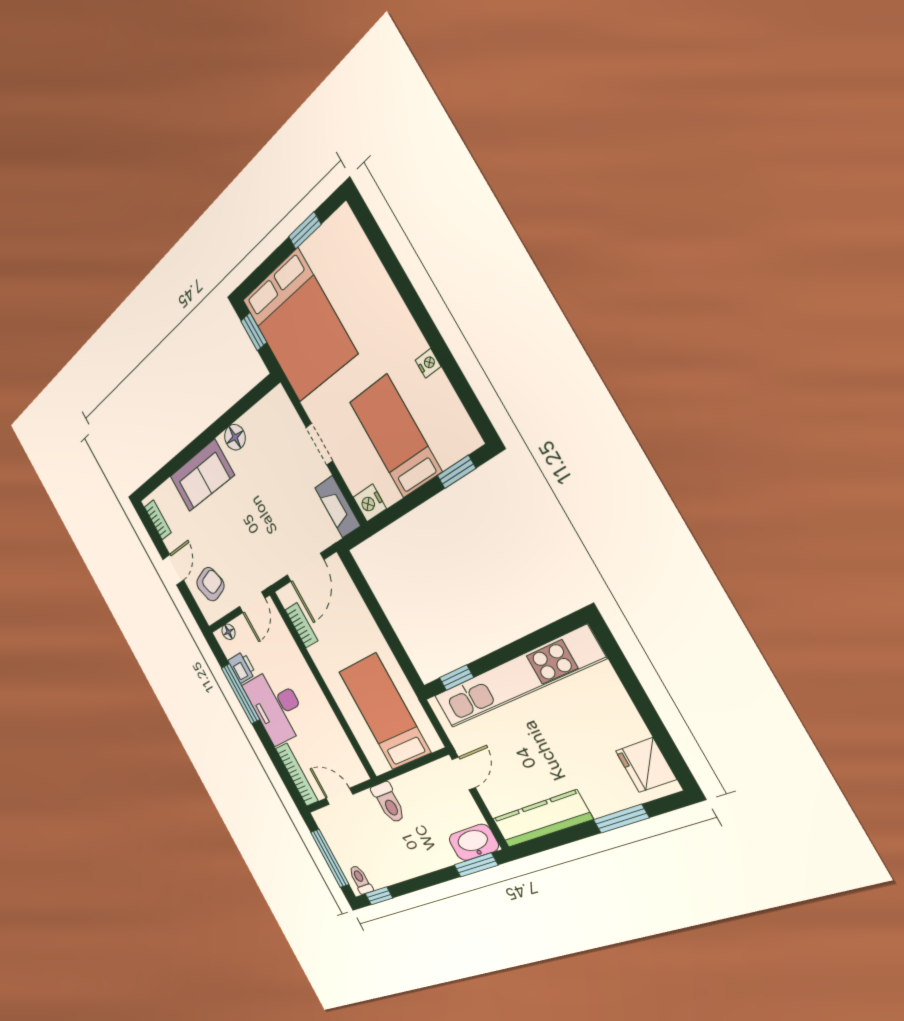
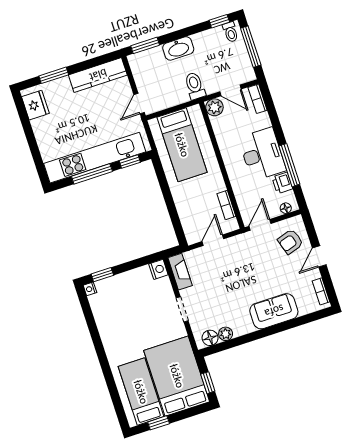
nightstand: (428, 363) -> (90, 289), moved
plant: (251, 422) -> (226, 334), added
bed: (395, 436) -> (141, 392), moved, turned 180
floor lamp: (235, 437) -> (210, 338), moved
door: (305, 567) -> (213, 240), width x0.73
window: (514, 650) -> (92, 174), added
plant: (354, 771) -> (214, 107), added
bookcase: (297, 775) -> (258, 99), width x0.64
washbasin: (474, 842) -> (178, 48), moved

